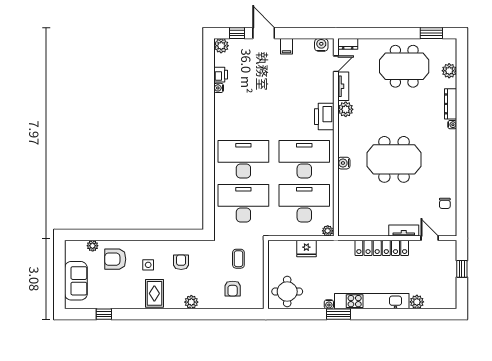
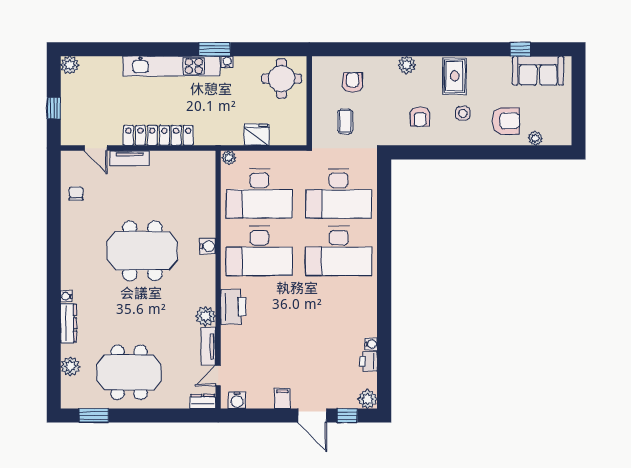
sofa: (76, 281) -> (538, 71), moved, turned -90
plant: (417, 302) -> (70, 65), moved

